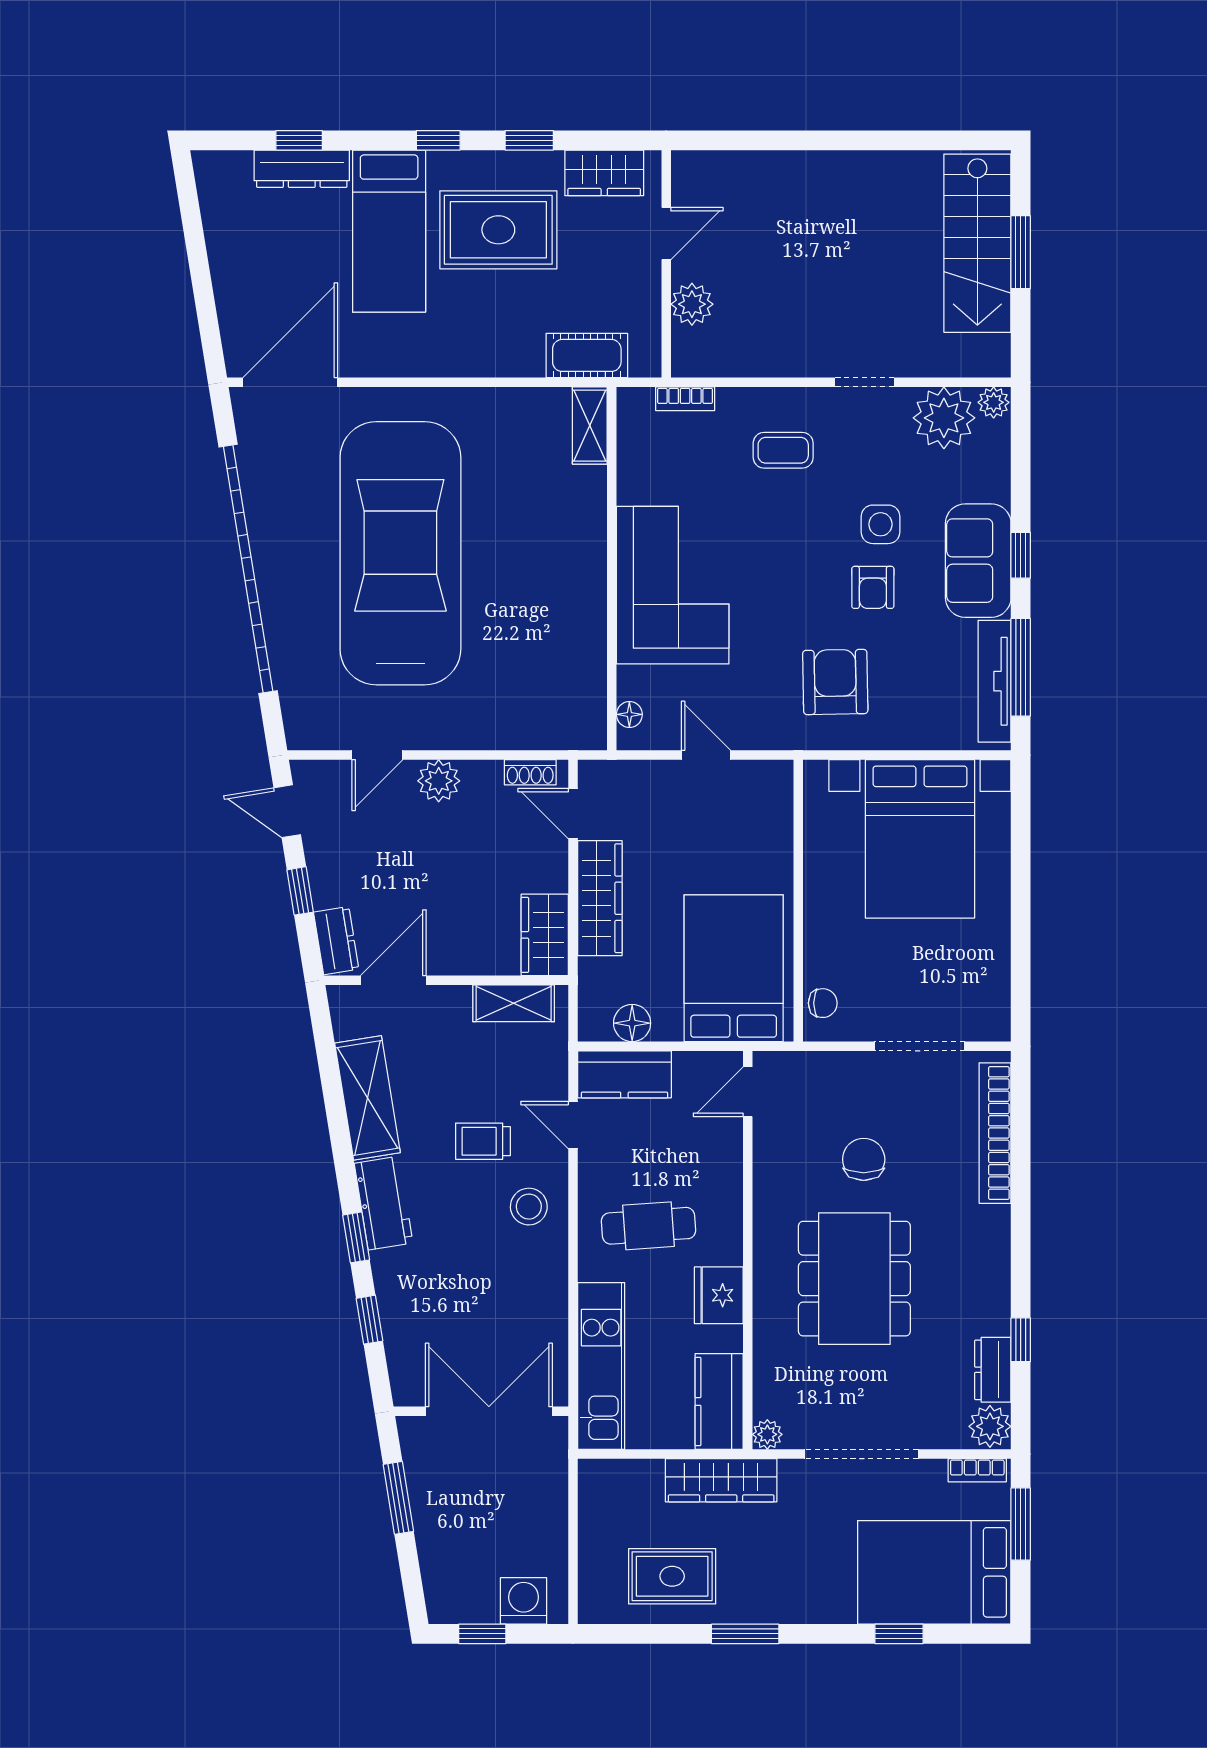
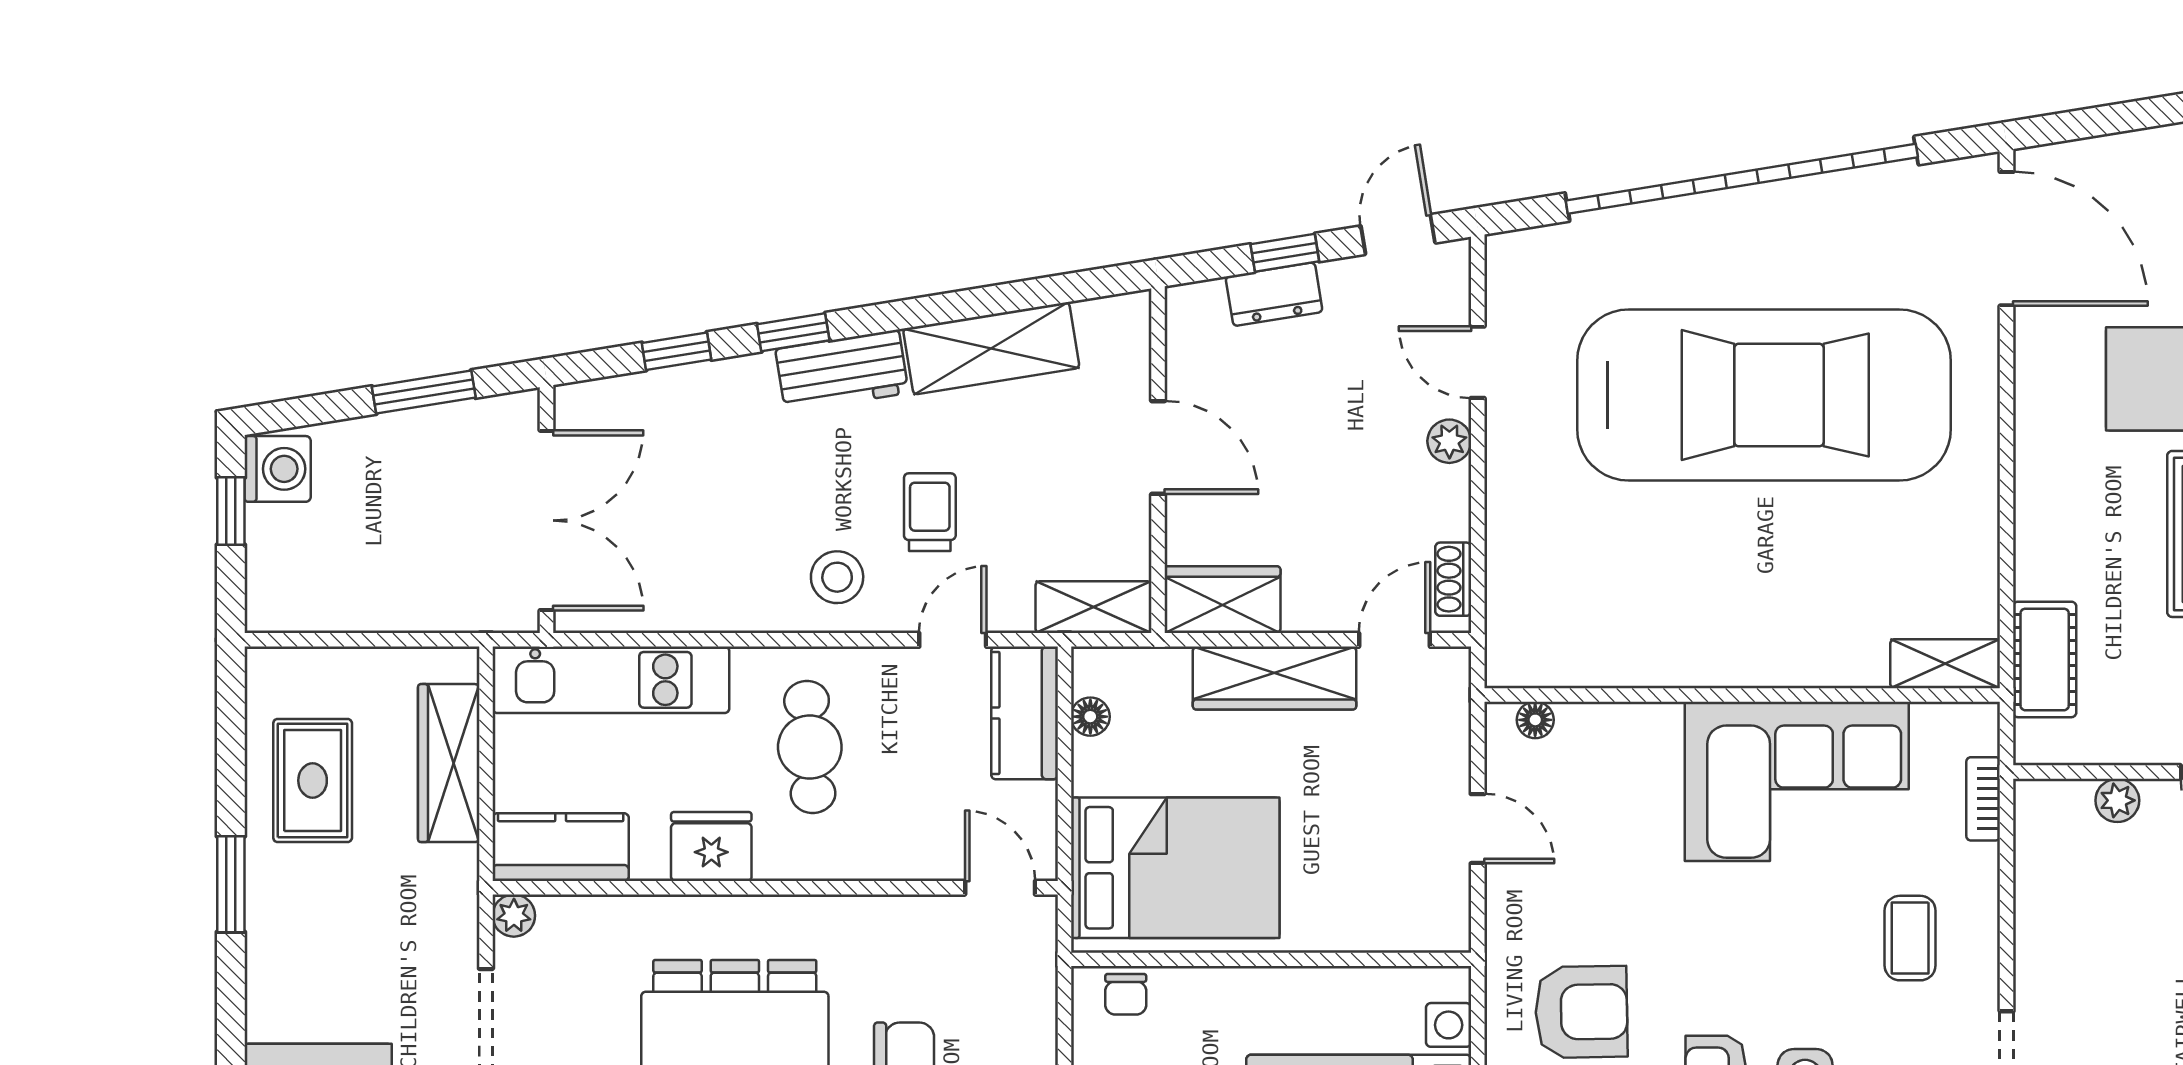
plant: (692, 304) -> (2117, 800), width x0.73, depth x0.73
corner sofa: (673, 585) -> (1797, 781), moved
door: (706, 755) -> (1478, 829), hinge flipped
plant: (439, 781) -> (1449, 441), width x0.73, depth x0.73
dresser: (336, 941) -> (1274, 294), moved
door: (393, 980) -> (1158, 447), moved
shelving: (514, 1003) -> (1094, 607), moved, turned 90
floor lamp: (632, 1023) -> (1090, 717), width x0.73, depth x0.73
wardrobe: (721, 1480) -> (449, 763), moved
washing machine: (524, 1601) -> (278, 469), moved

